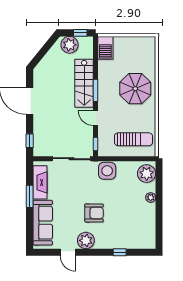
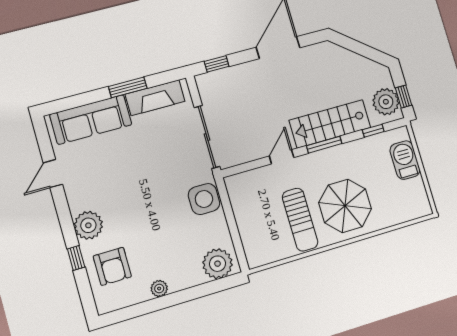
plant: (70, 45) -> (386, 102), moved
barbecue: (105, 48) -> (405, 160), moved, turned 90
sun lounger: (133, 139) -> (300, 220), moved
window: (96, 144) -> (373, 131), moved
plant: (151, 197) -> (159, 288), moved
armchair: (94, 213) -> (112, 266), moved
plant: (86, 240) -> (88, 225), moved

